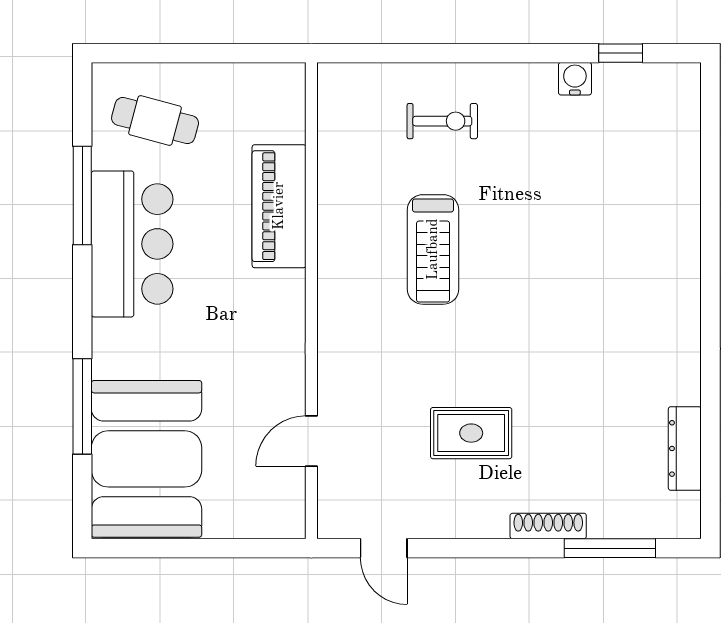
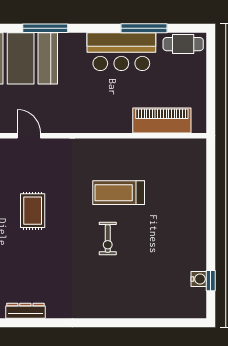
water cooler: (575, 79) -> (199, 279), moved
cafe table: (155, 121) -> (183, 44), moved, turned 75
exercise bike: (442, 121) -> (108, 238), moved
piano: (279, 206) -> (162, 121), moved

